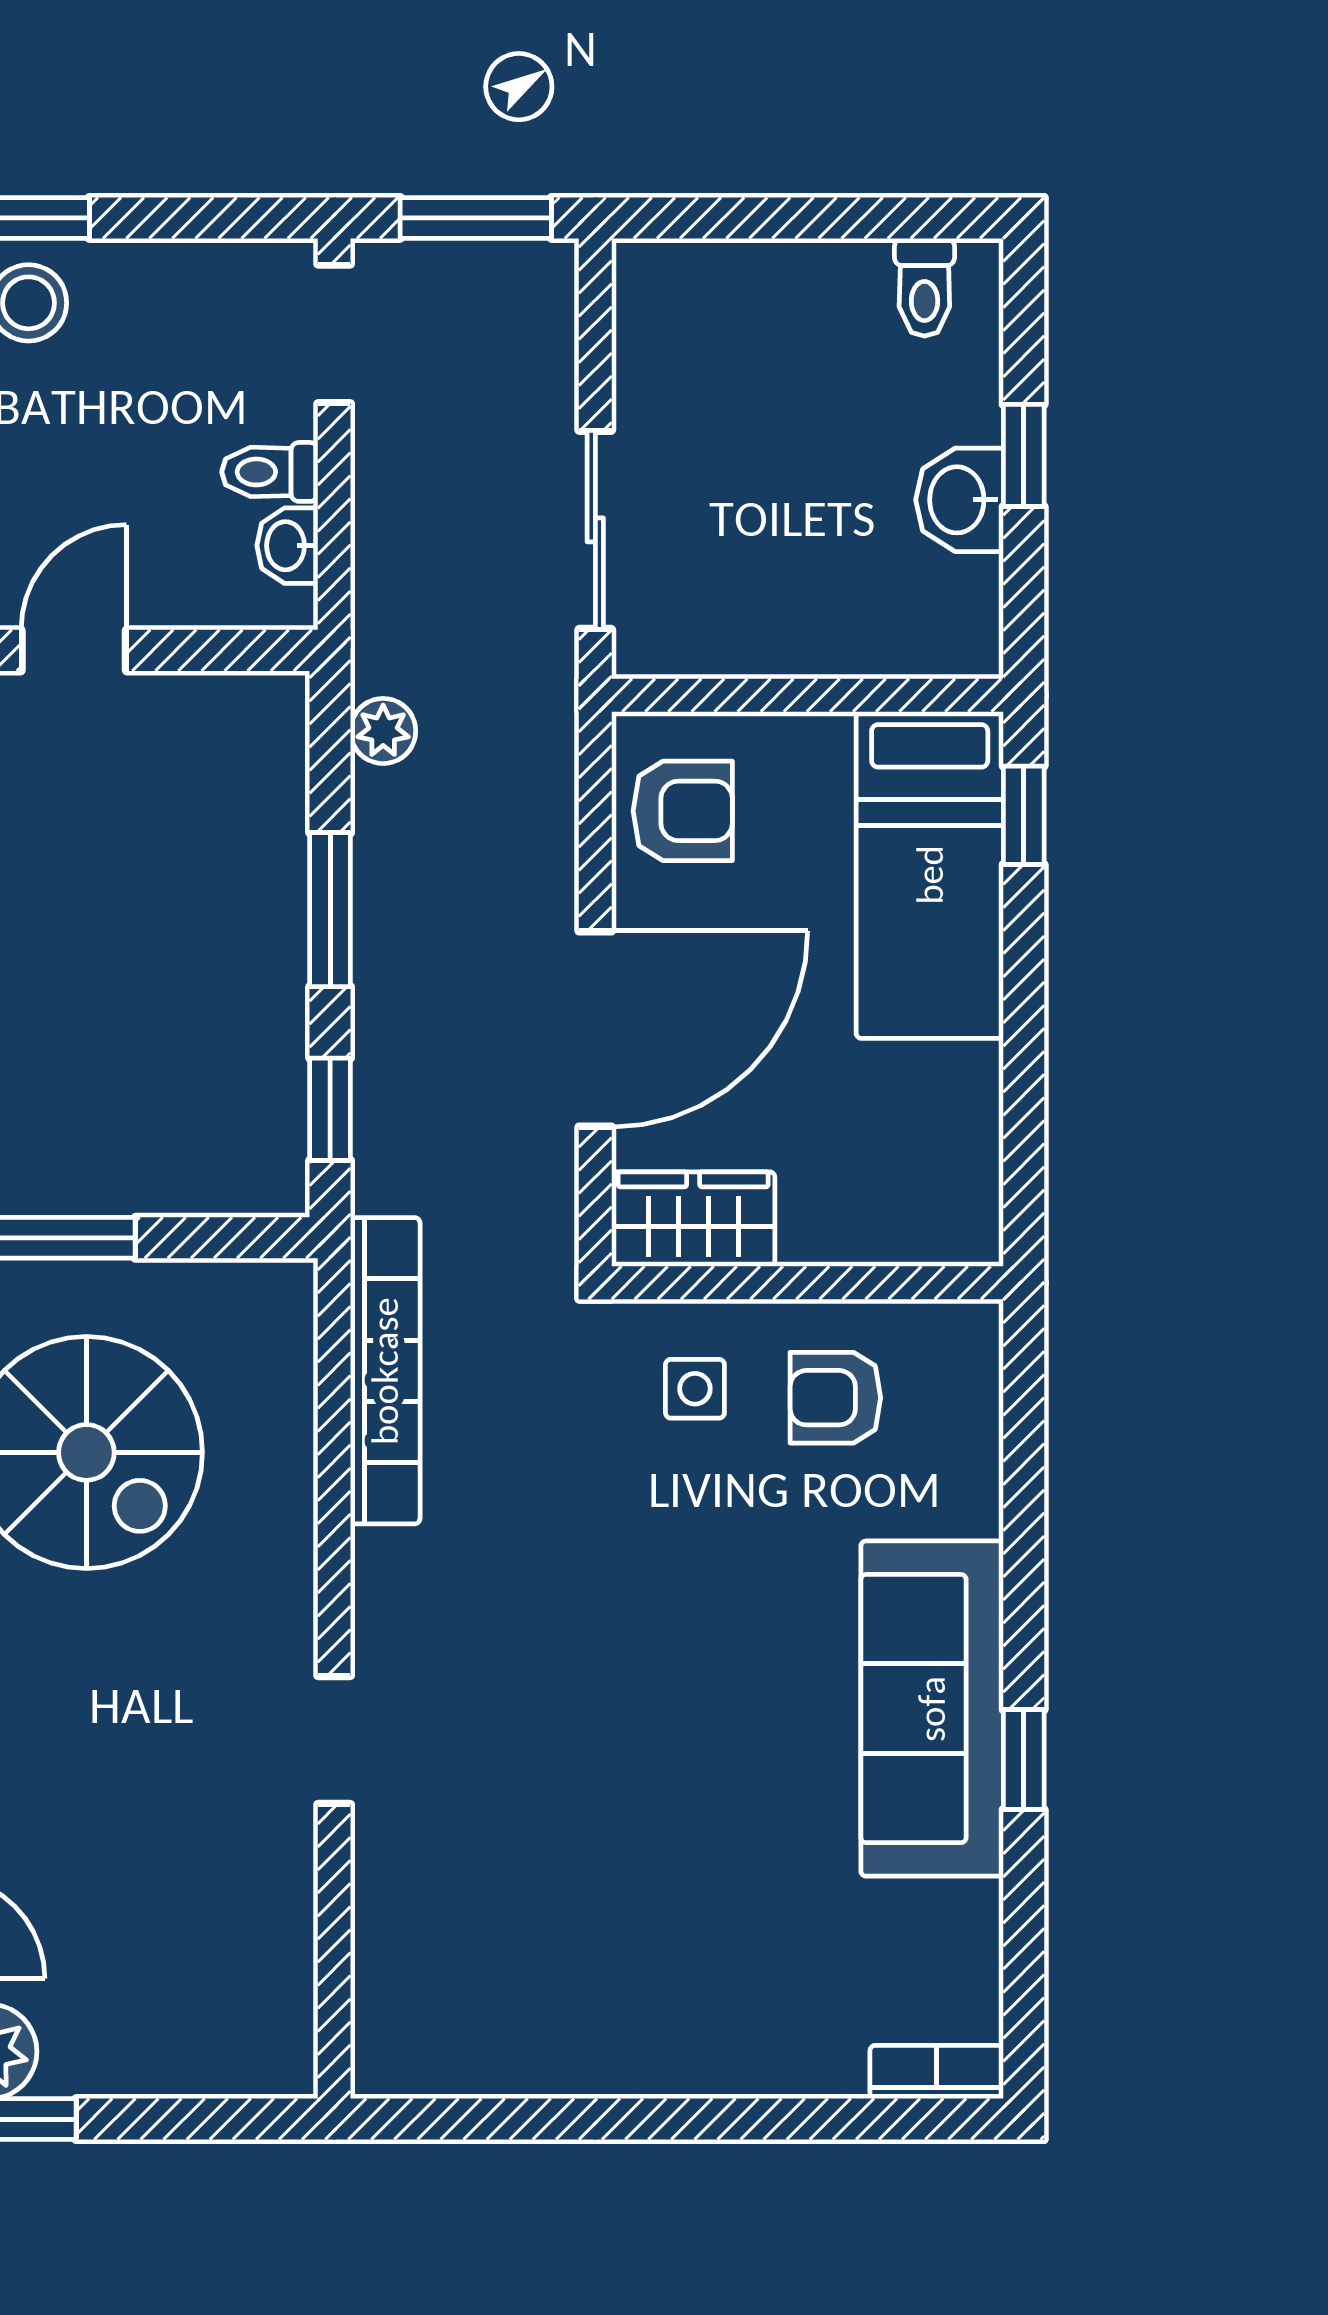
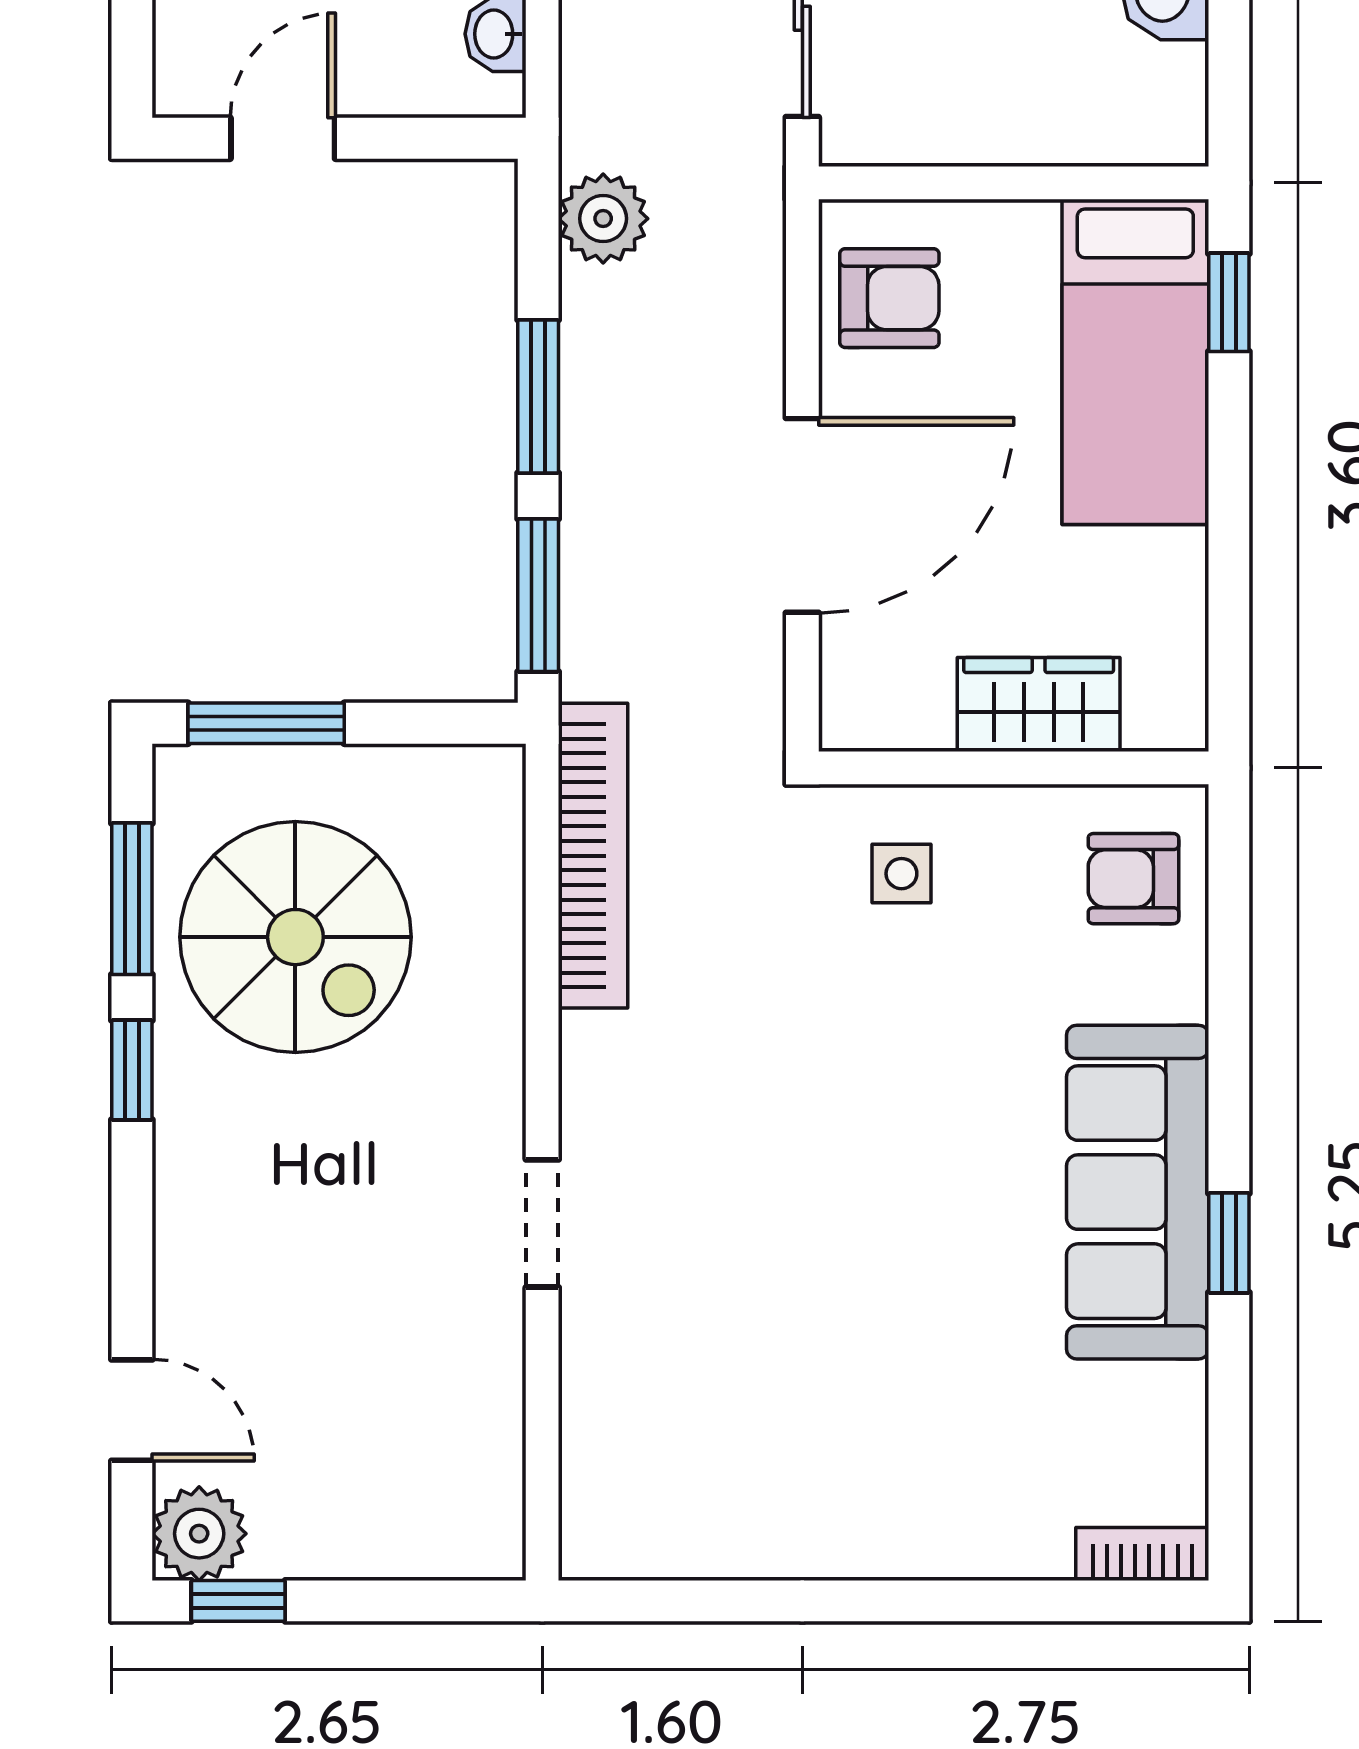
plant: (383, 731) -> (603, 219), width x1.38, depth x1.38
window: (330, 1109) -> (538, 595), width x1.50
wardrobe: (693, 1219) -> (1039, 705), moved
armchair: (835, 1398) -> (1133, 879), moved

